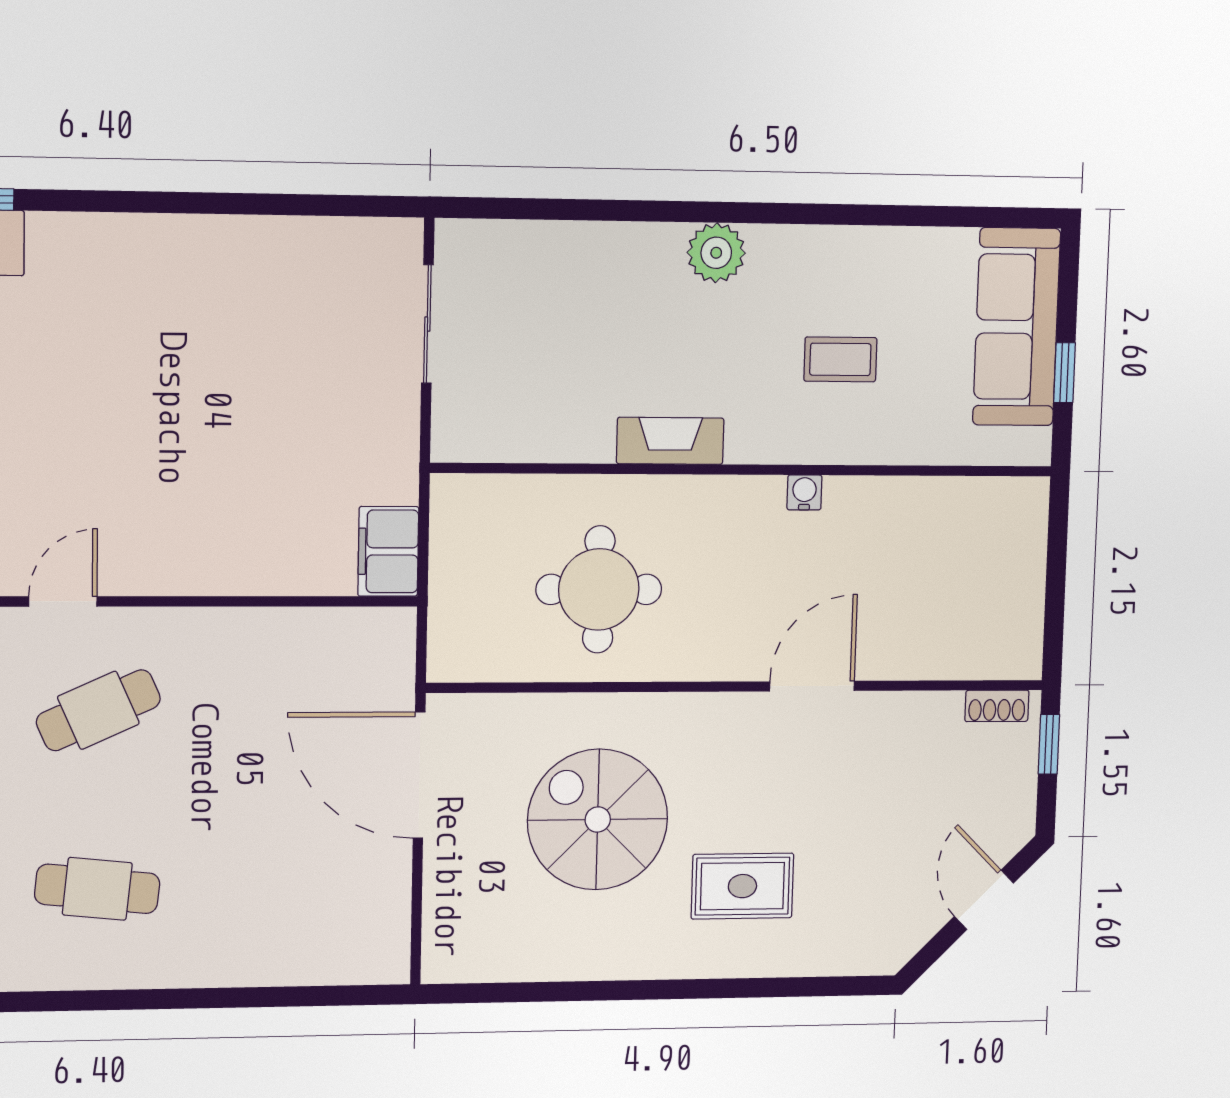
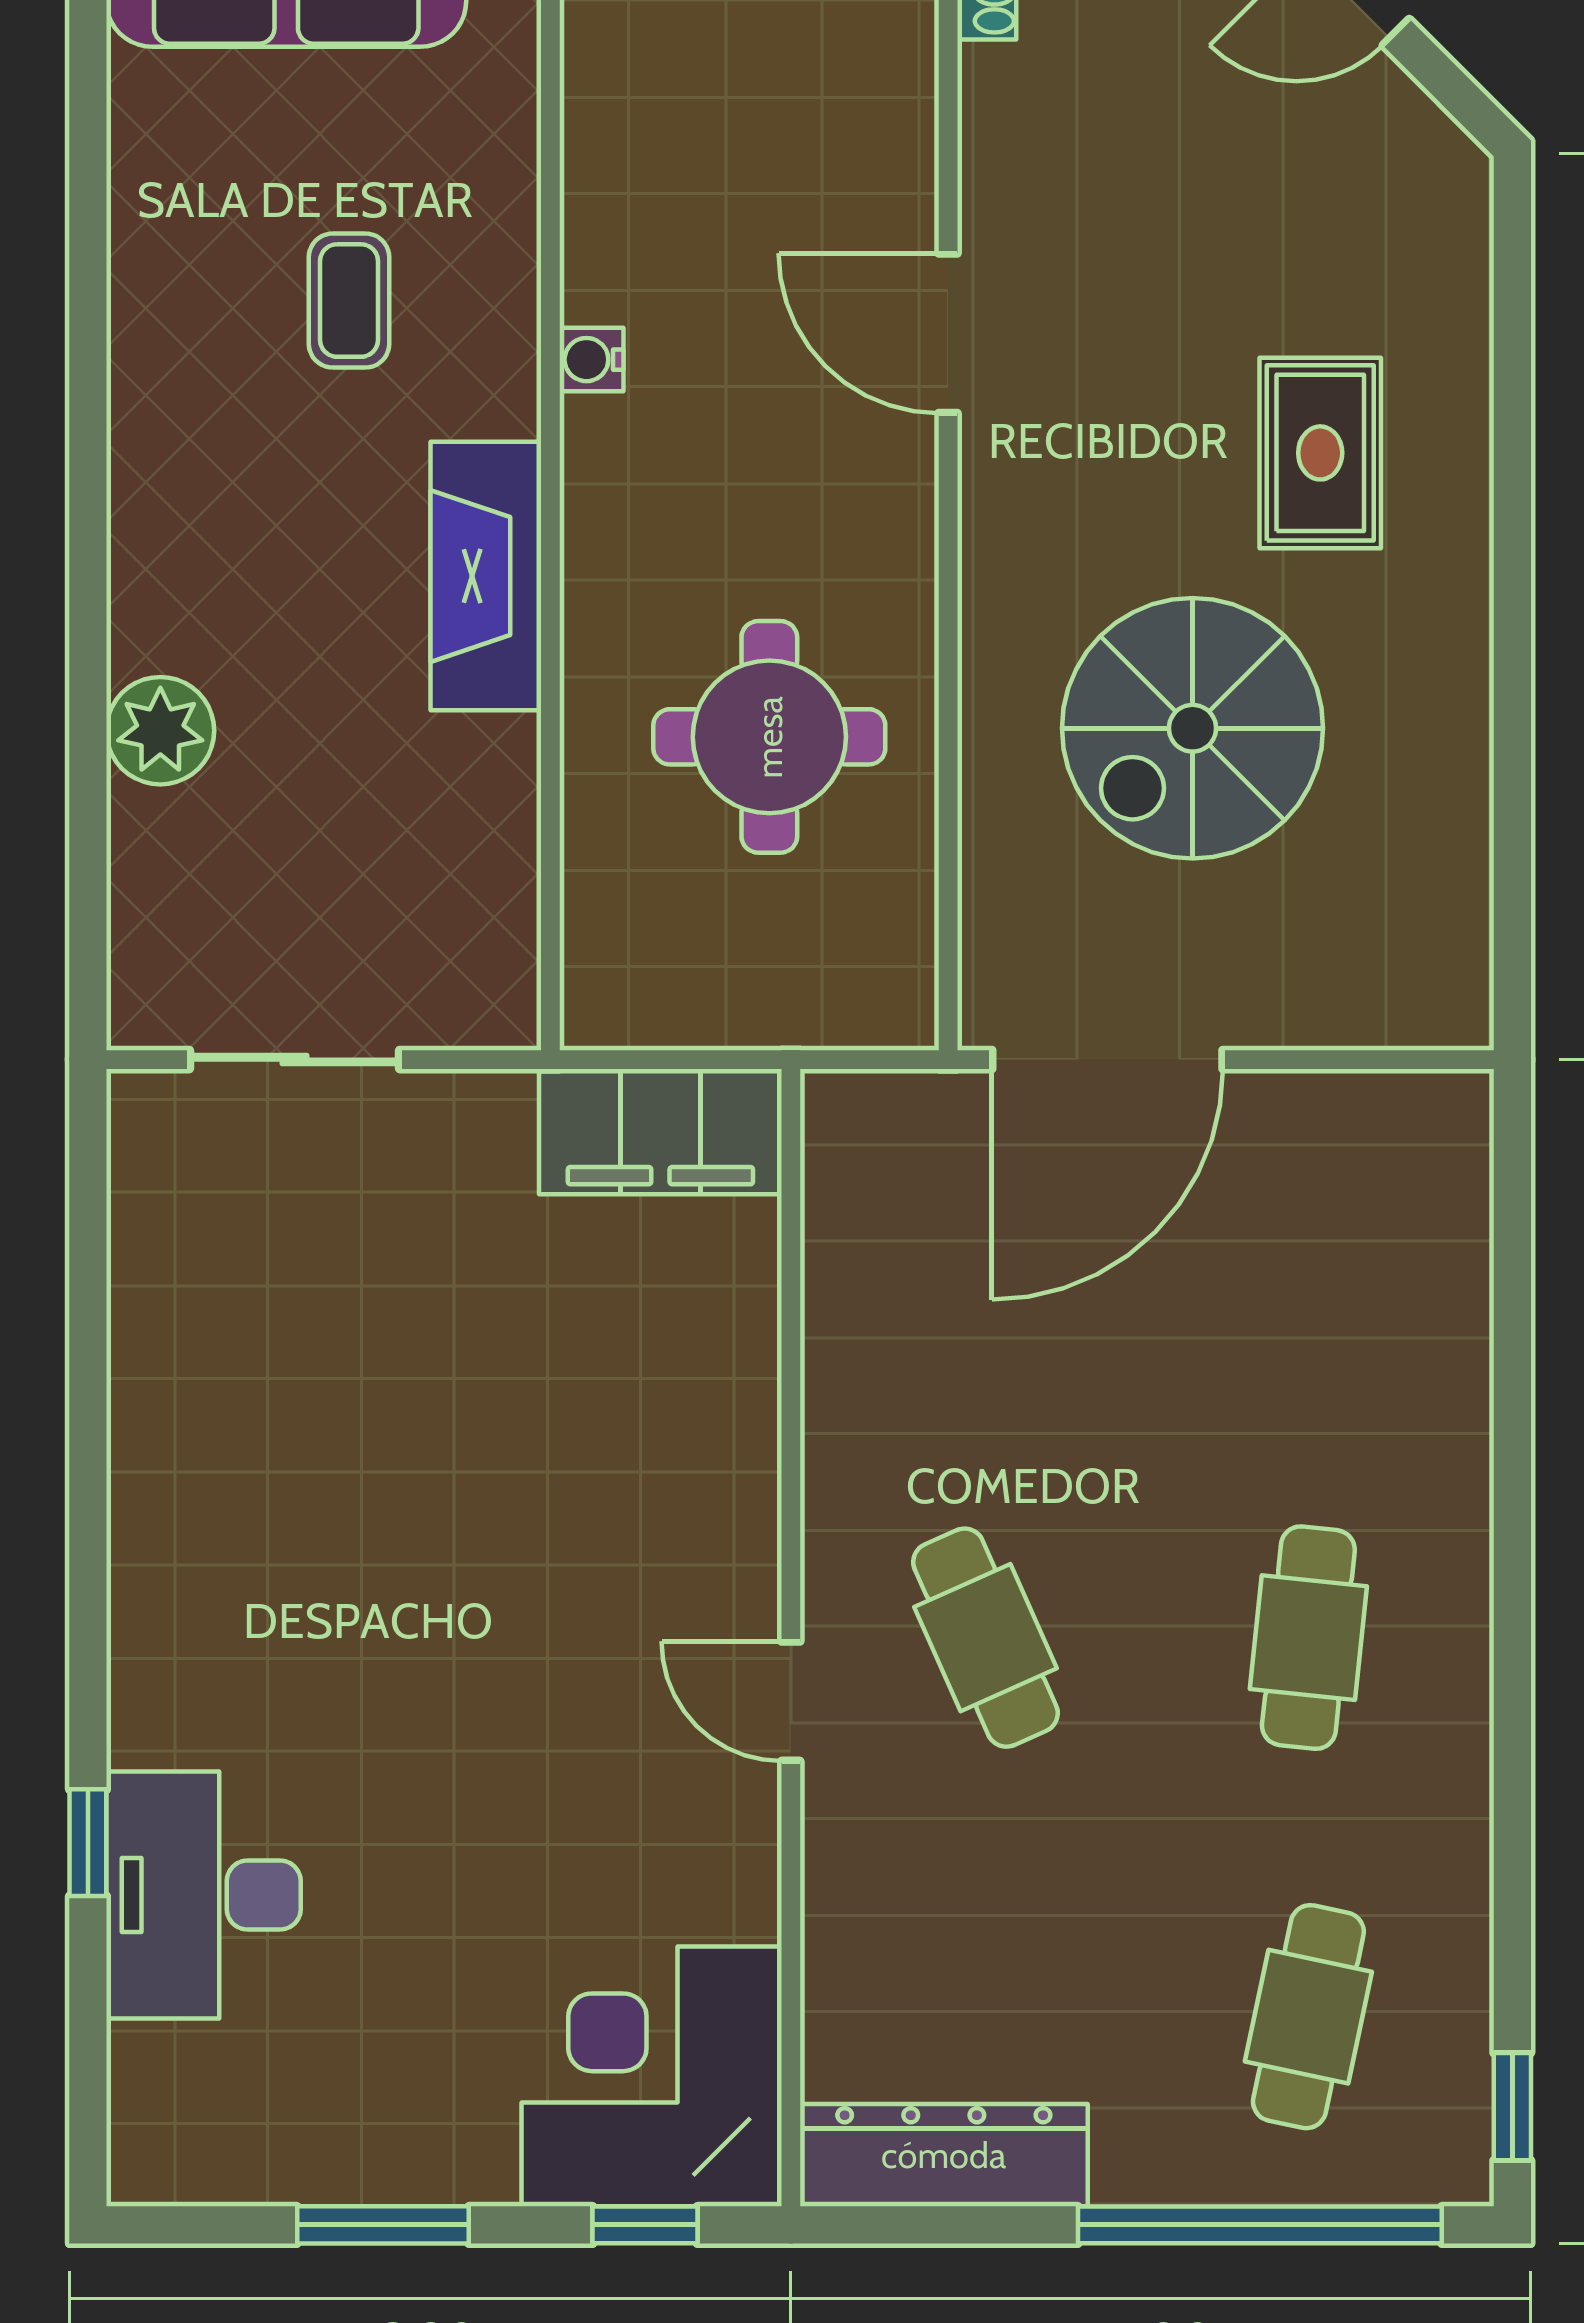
plant: (716, 253) -> (160, 731), moved
fireplace: (670, 441) -> (486, 576), width x1.37, depth x1.32
filing cabinet: (388, 551) -> (660, 1132), width x1.50, depth x1.17

